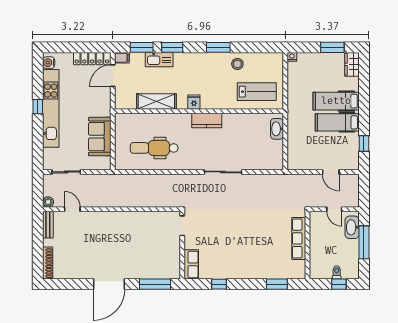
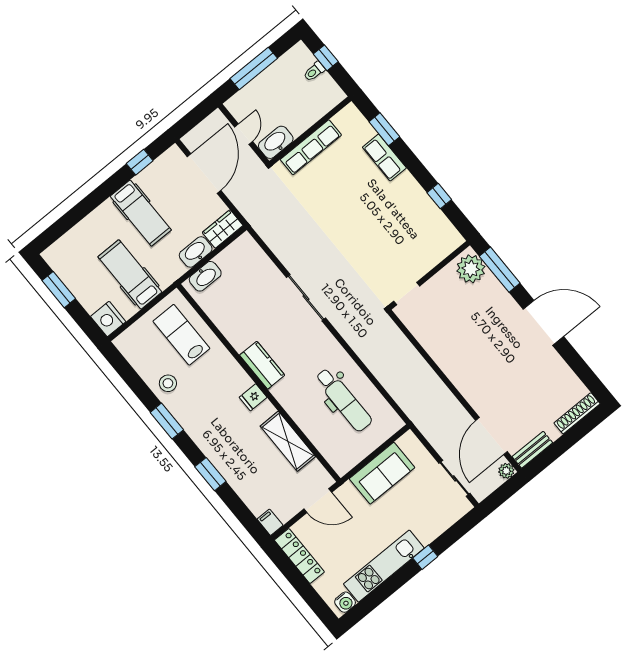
window: (142, 47) -> (239, 509), removed
nightstand: (292, 57) -> (108, 319), width x1.89, depth x1.79
kitchen sink: (159, 60) -> (237, 478), removed
wardrobe: (352, 64) -> (223, 229), moved, turned 180
door: (113, 76) -> (318, 501), moved
hospital bed: (336, 101) -> (130, 274), moved, turned 180
window: (38, 107) -> (425, 557), moved
kitchen unit: (51, 108) -> (384, 566), width x0.73
washbasin: (294, 134) -> (196, 252), added
door: (331, 172) -> (204, 173), width x1.88
door: (72, 209) -> (492, 436), width x1.88
washbasin: (352, 227) -> (276, 142), moved, turned 180
row of seats: (191, 264) -> (384, 158), moved, turned -90
plant: (168, 270) -> (471, 269), added

